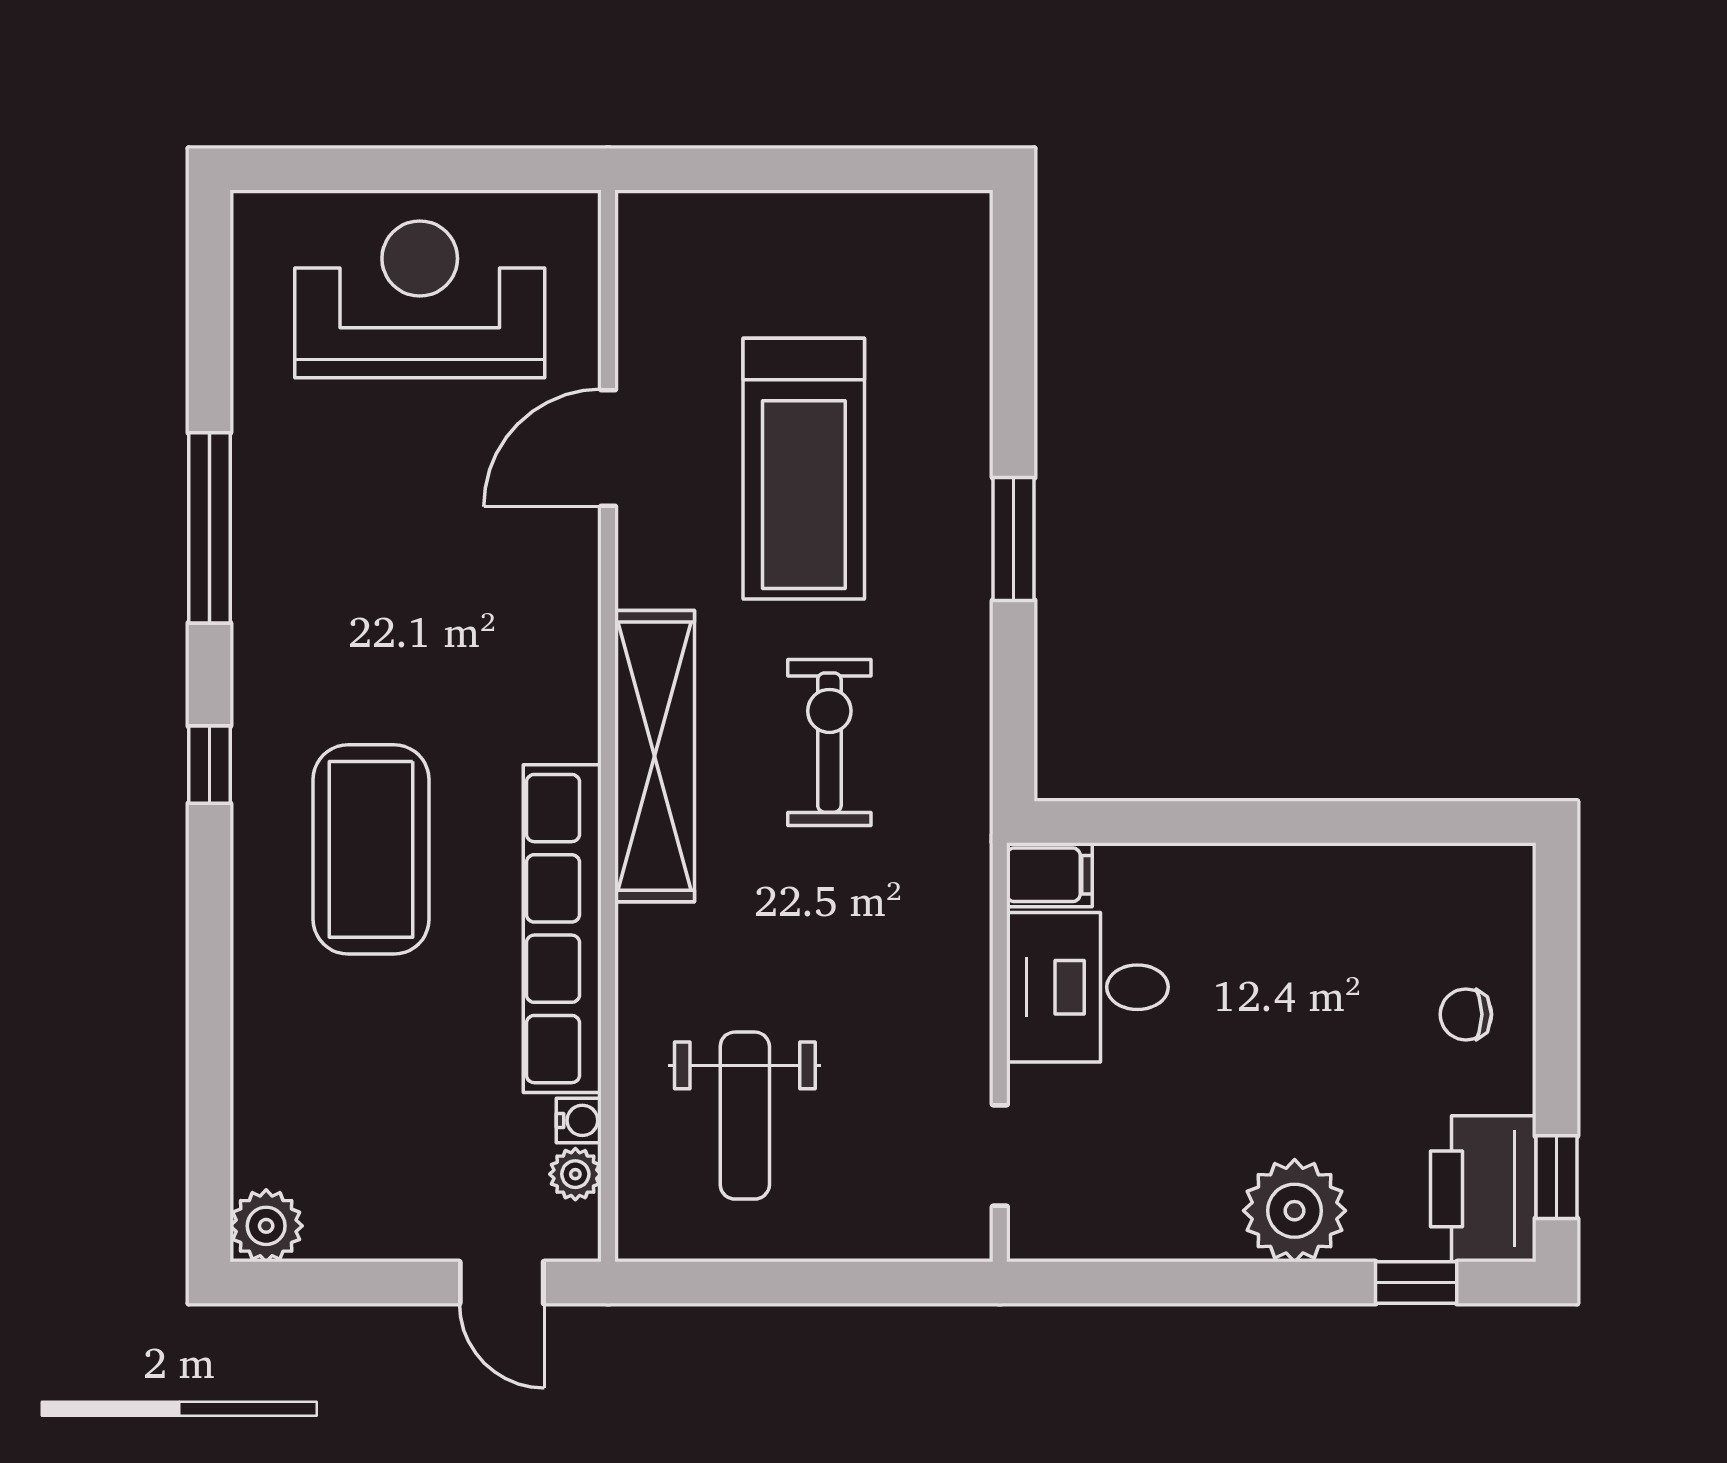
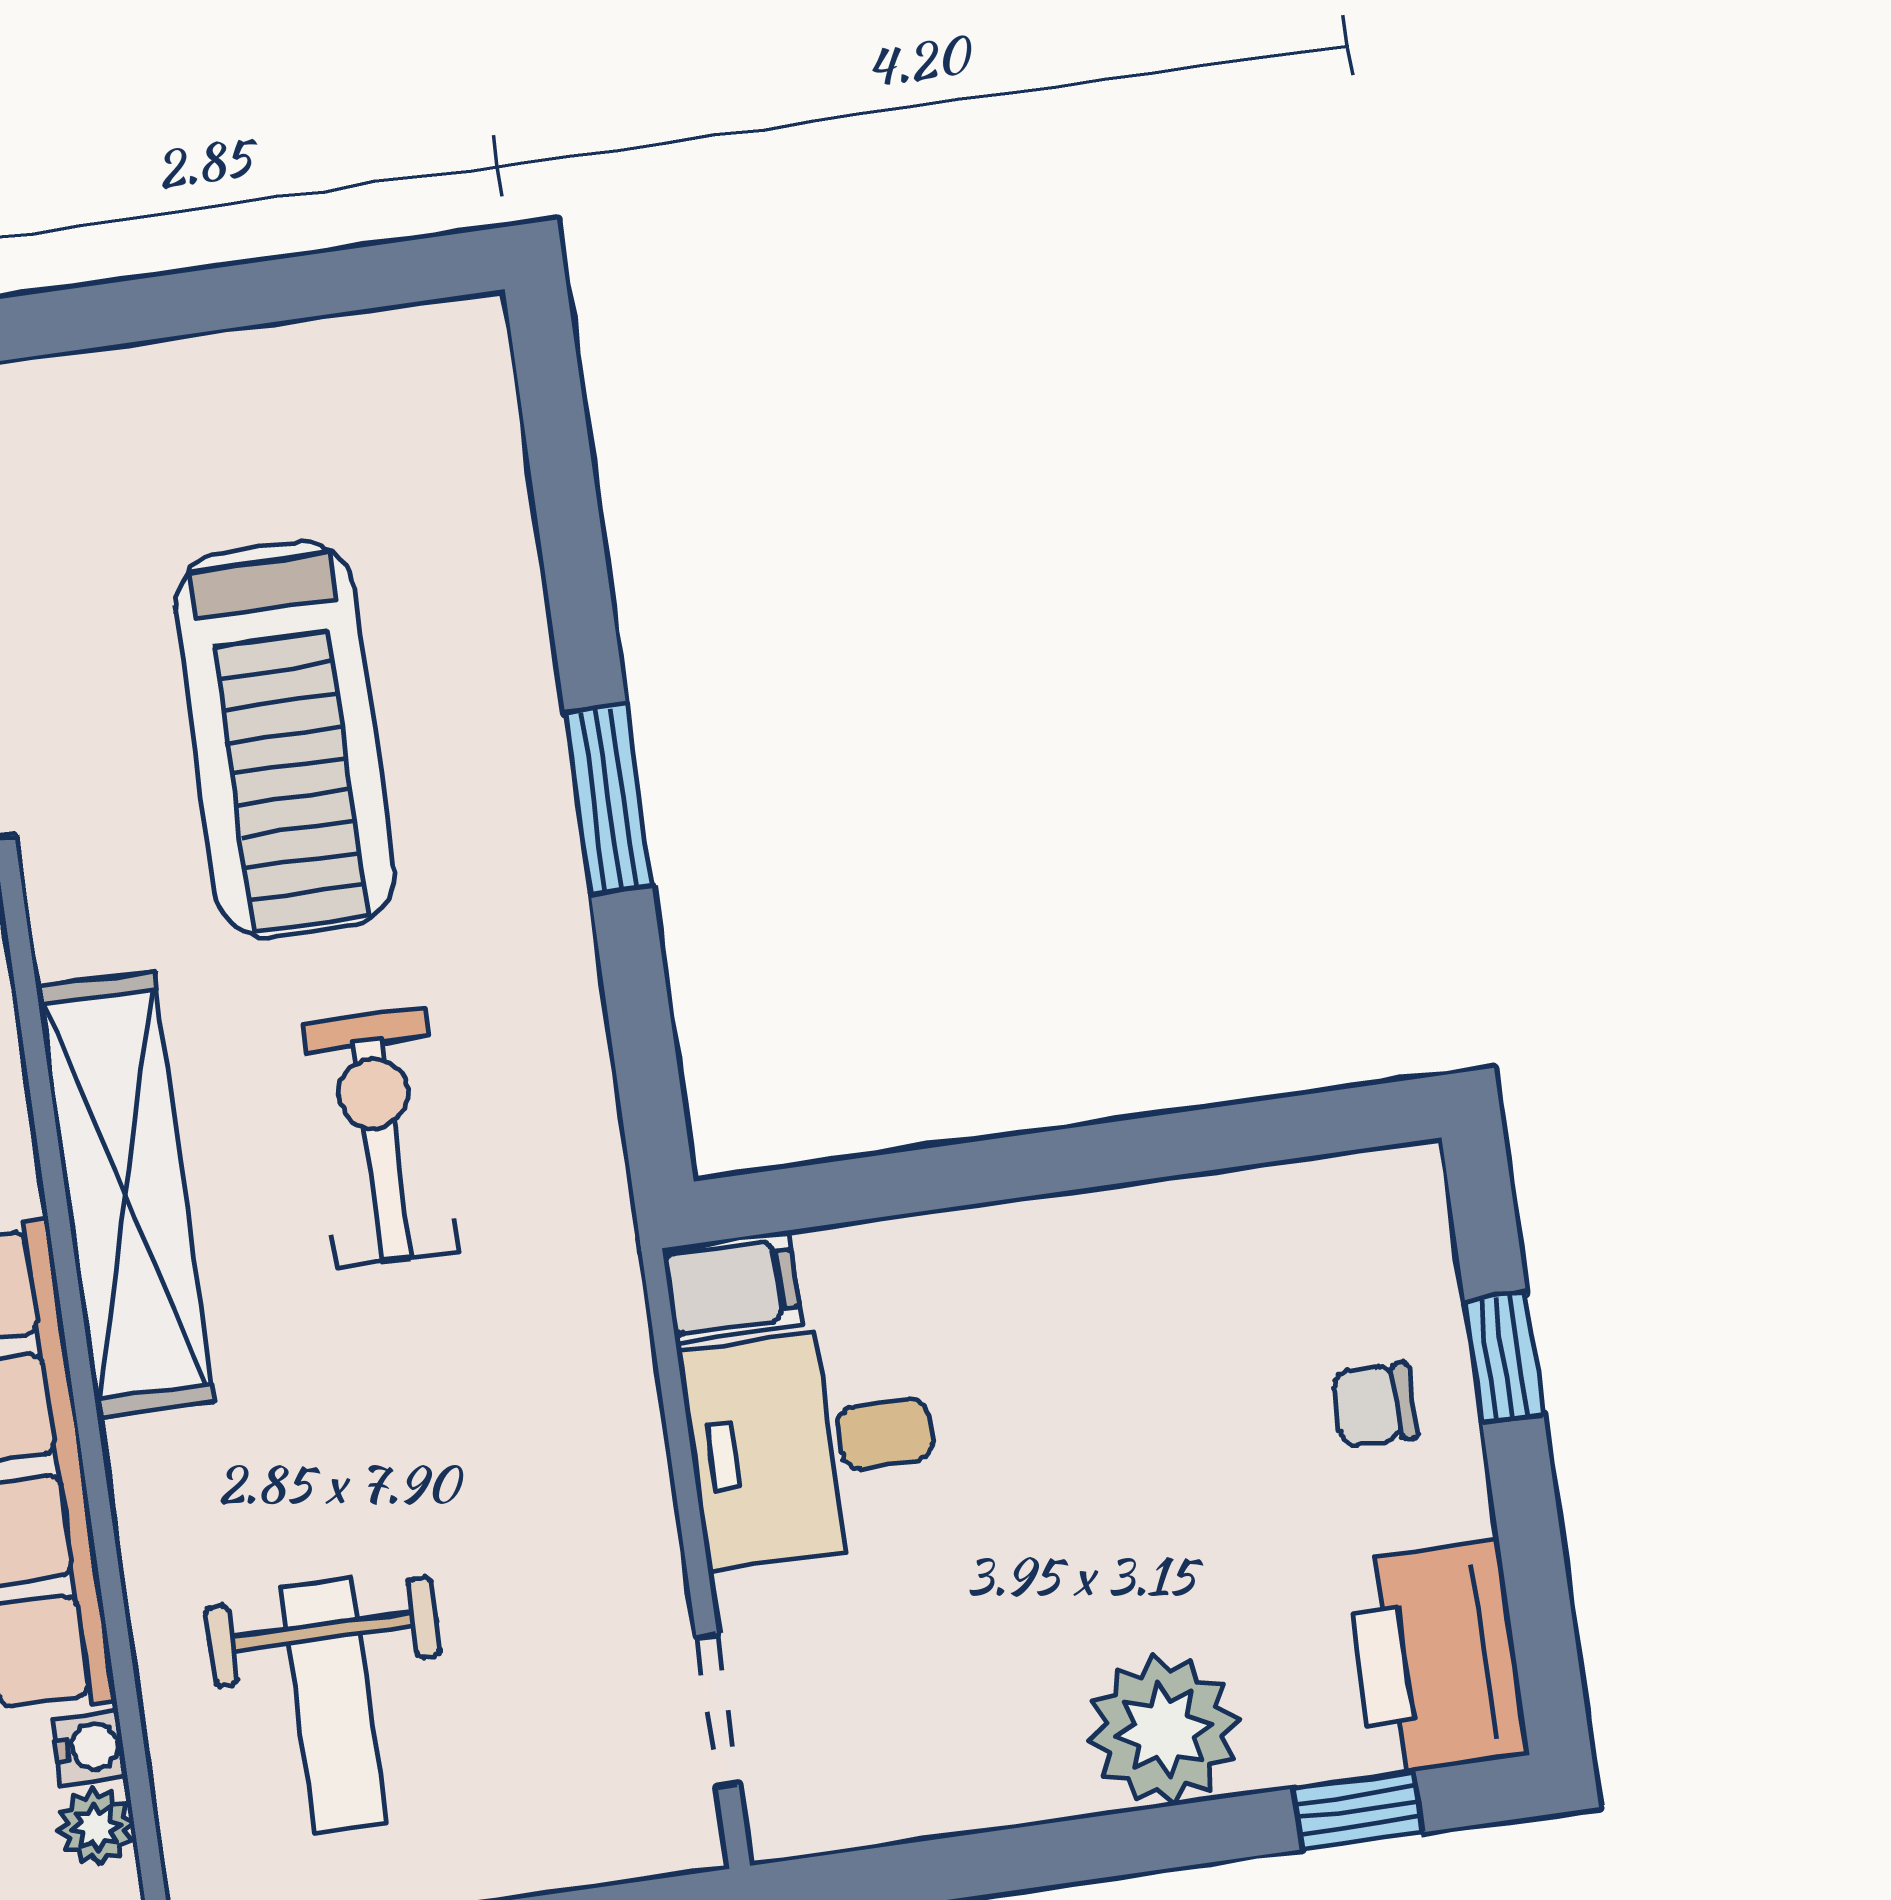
window: (1556, 1177) -> (1504, 1358), moved

